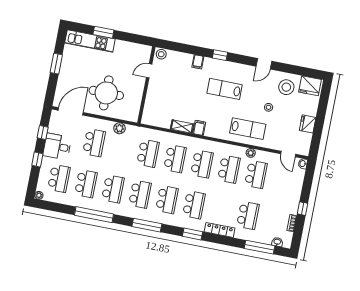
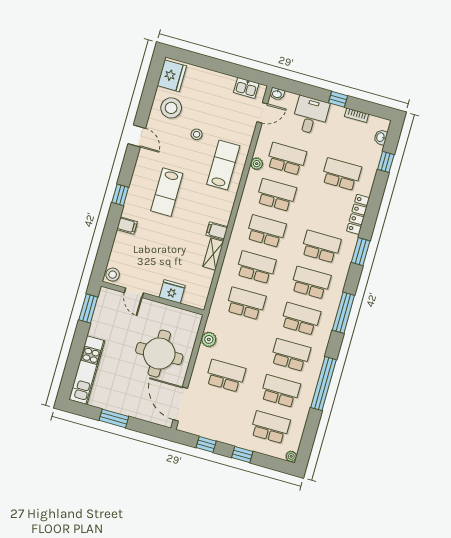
window: (103, 32) -> (88, 308), moved
fridge: (308, 124) -> (172, 291), moved, turned 180
kitchen sink: (305, 141) -> (246, 88), added
desk: (57, 147) -> (311, 115), moved, turned 180
window: (260, 247) -> (386, 162), width x0.46

